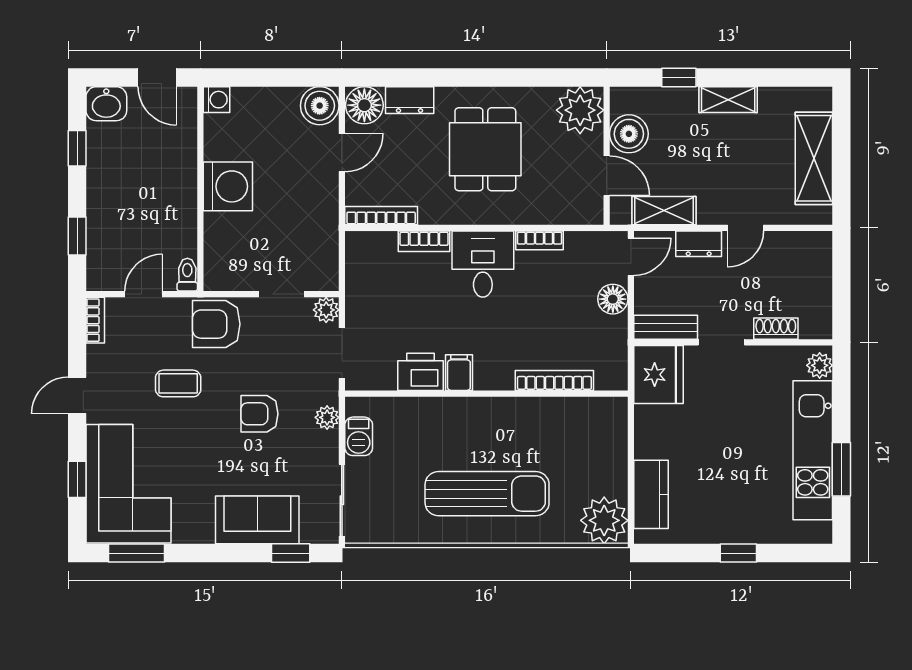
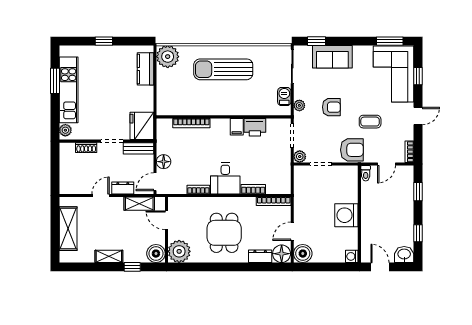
boiler: (629, 134) -> (156, 254), moved

